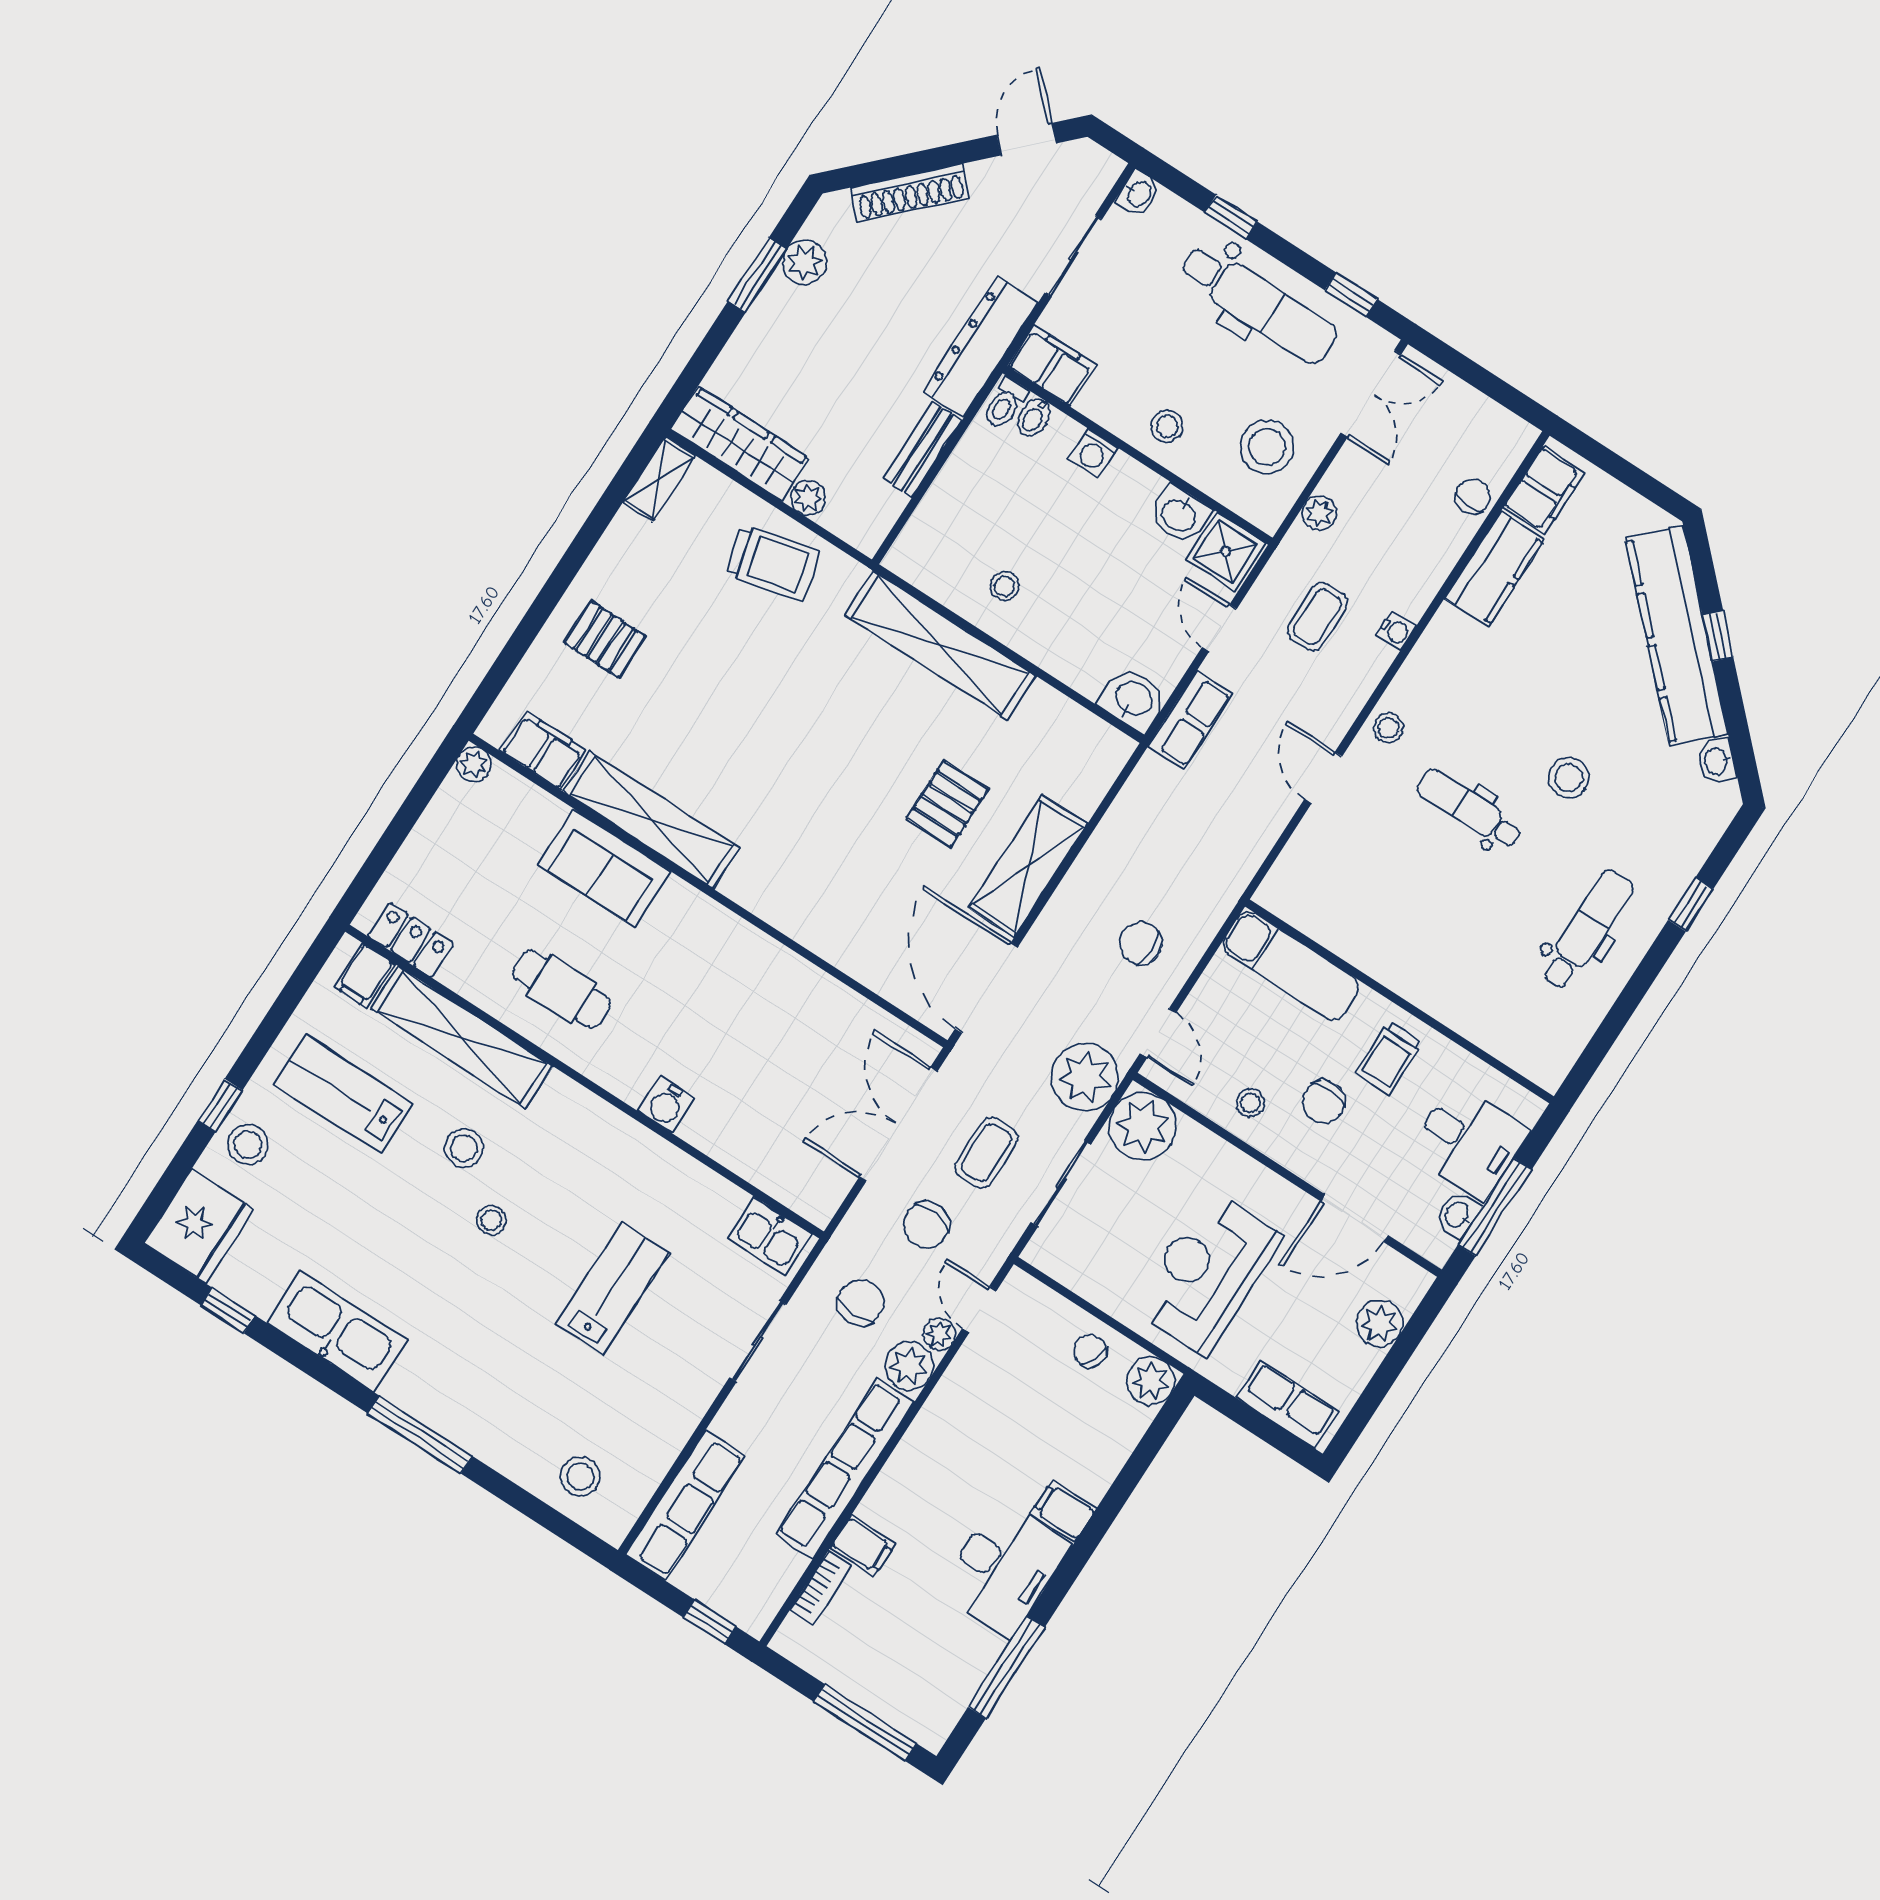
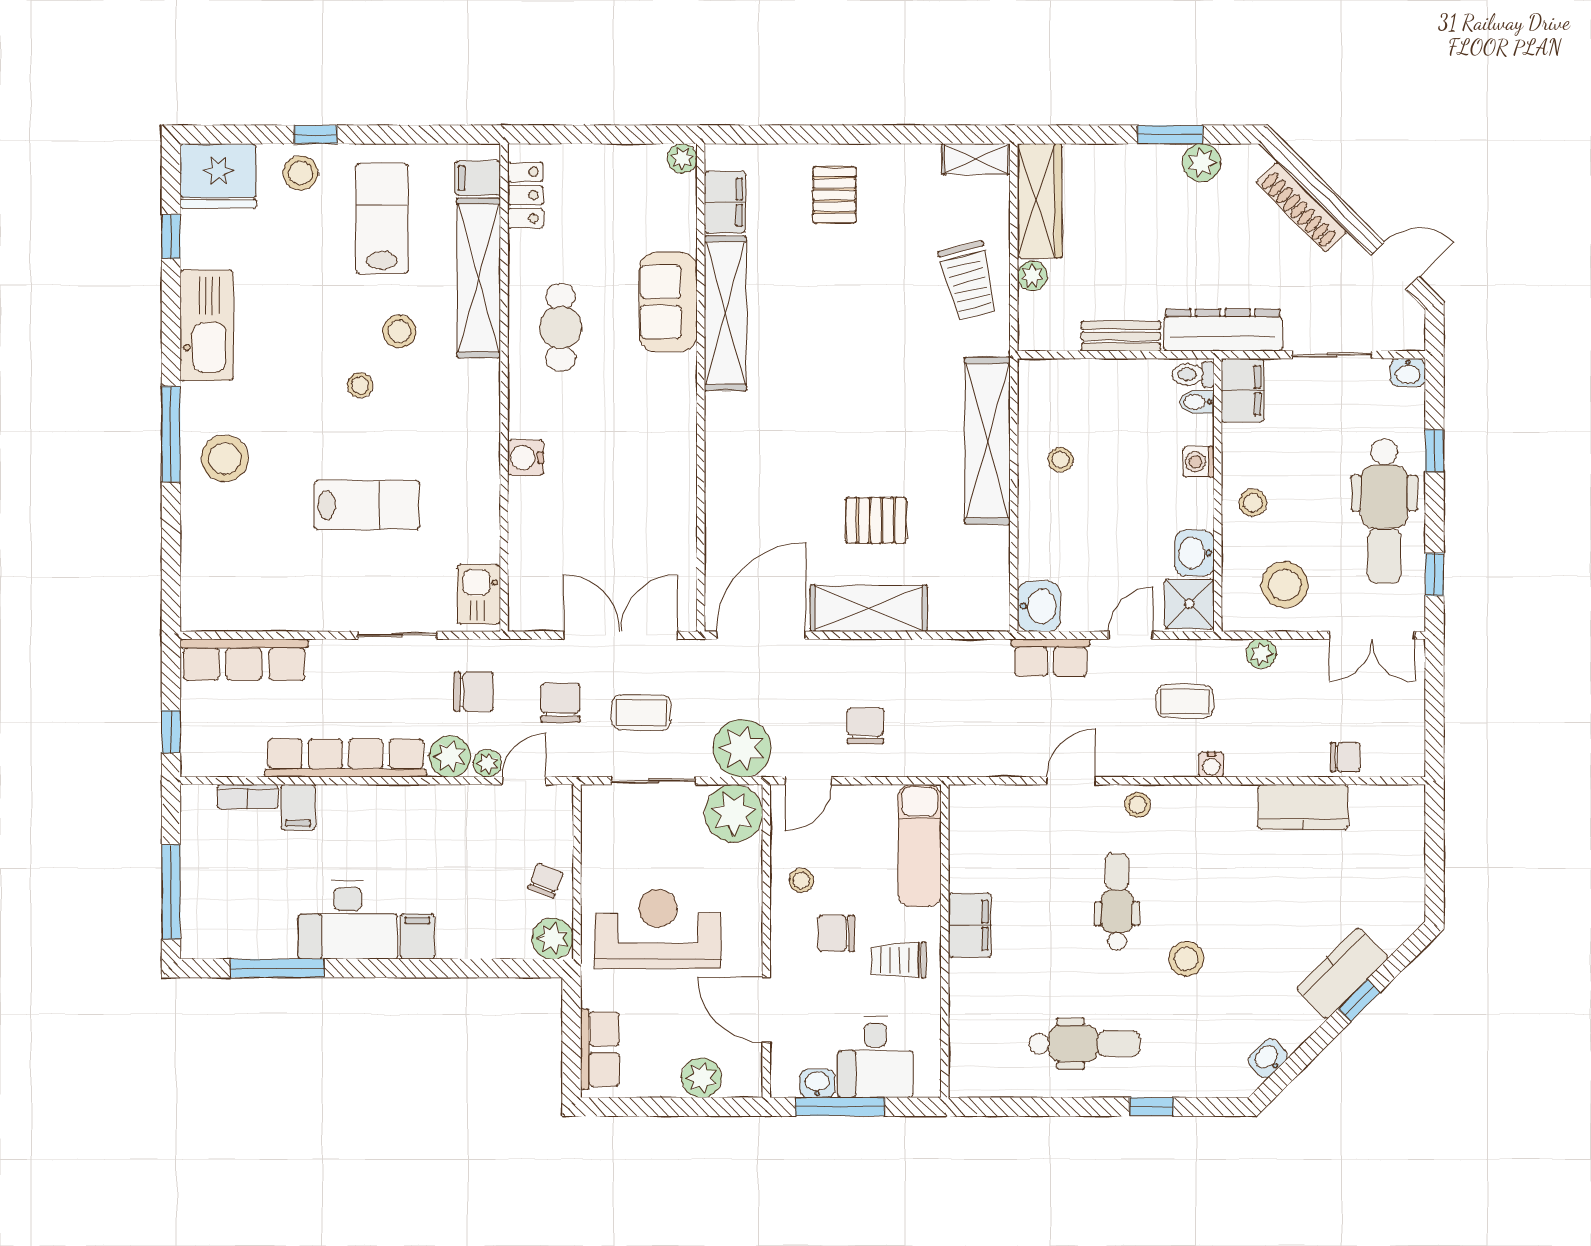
filing cabinet: (1544, 490) -> (970, 925), moved, turned -90
kitchen counter: (1677, 636) -> (1342, 973), width x0.48, depth x0.86
chair: (926, 1225) -> (561, 703), turned 82
stool: (580, 1477) -> (225, 458), moved, width x1.38, depth x1.38

